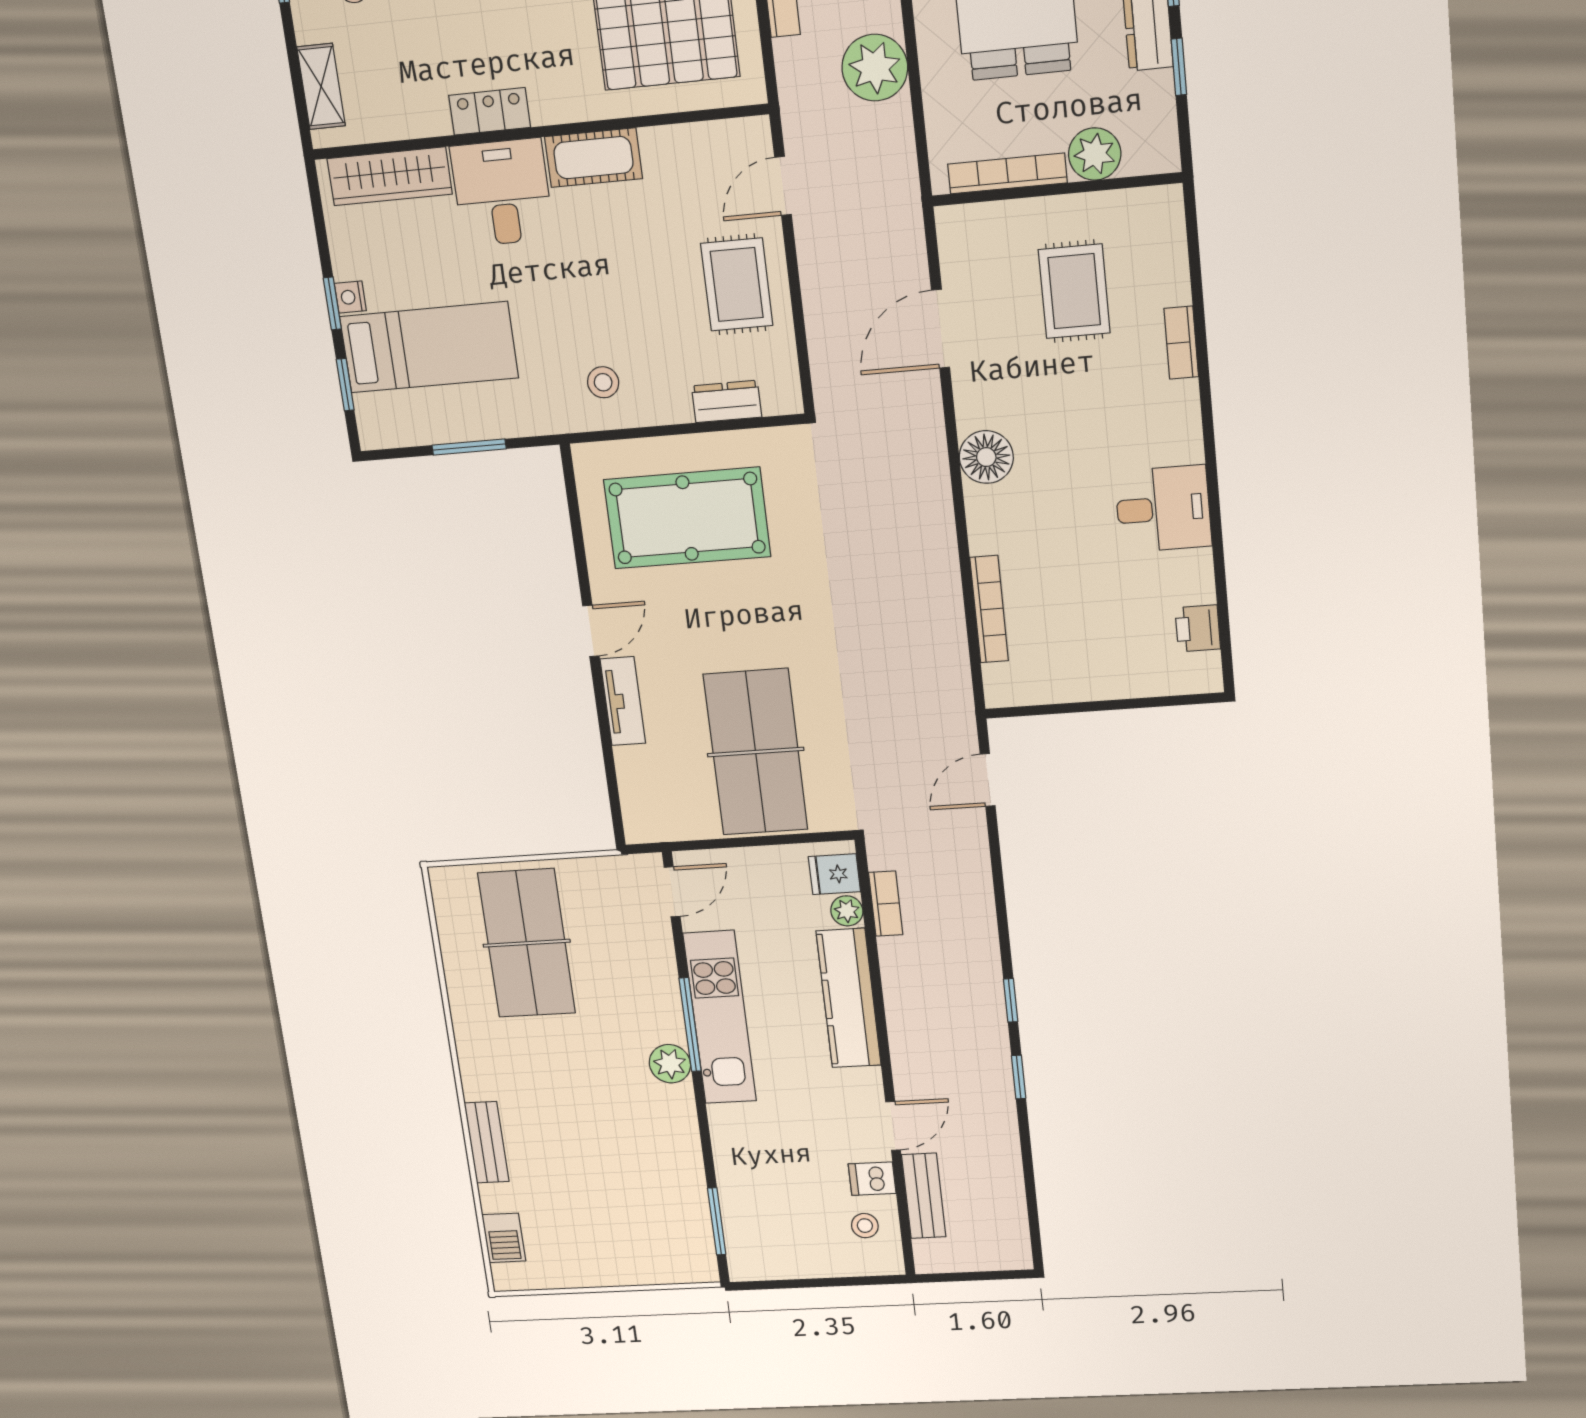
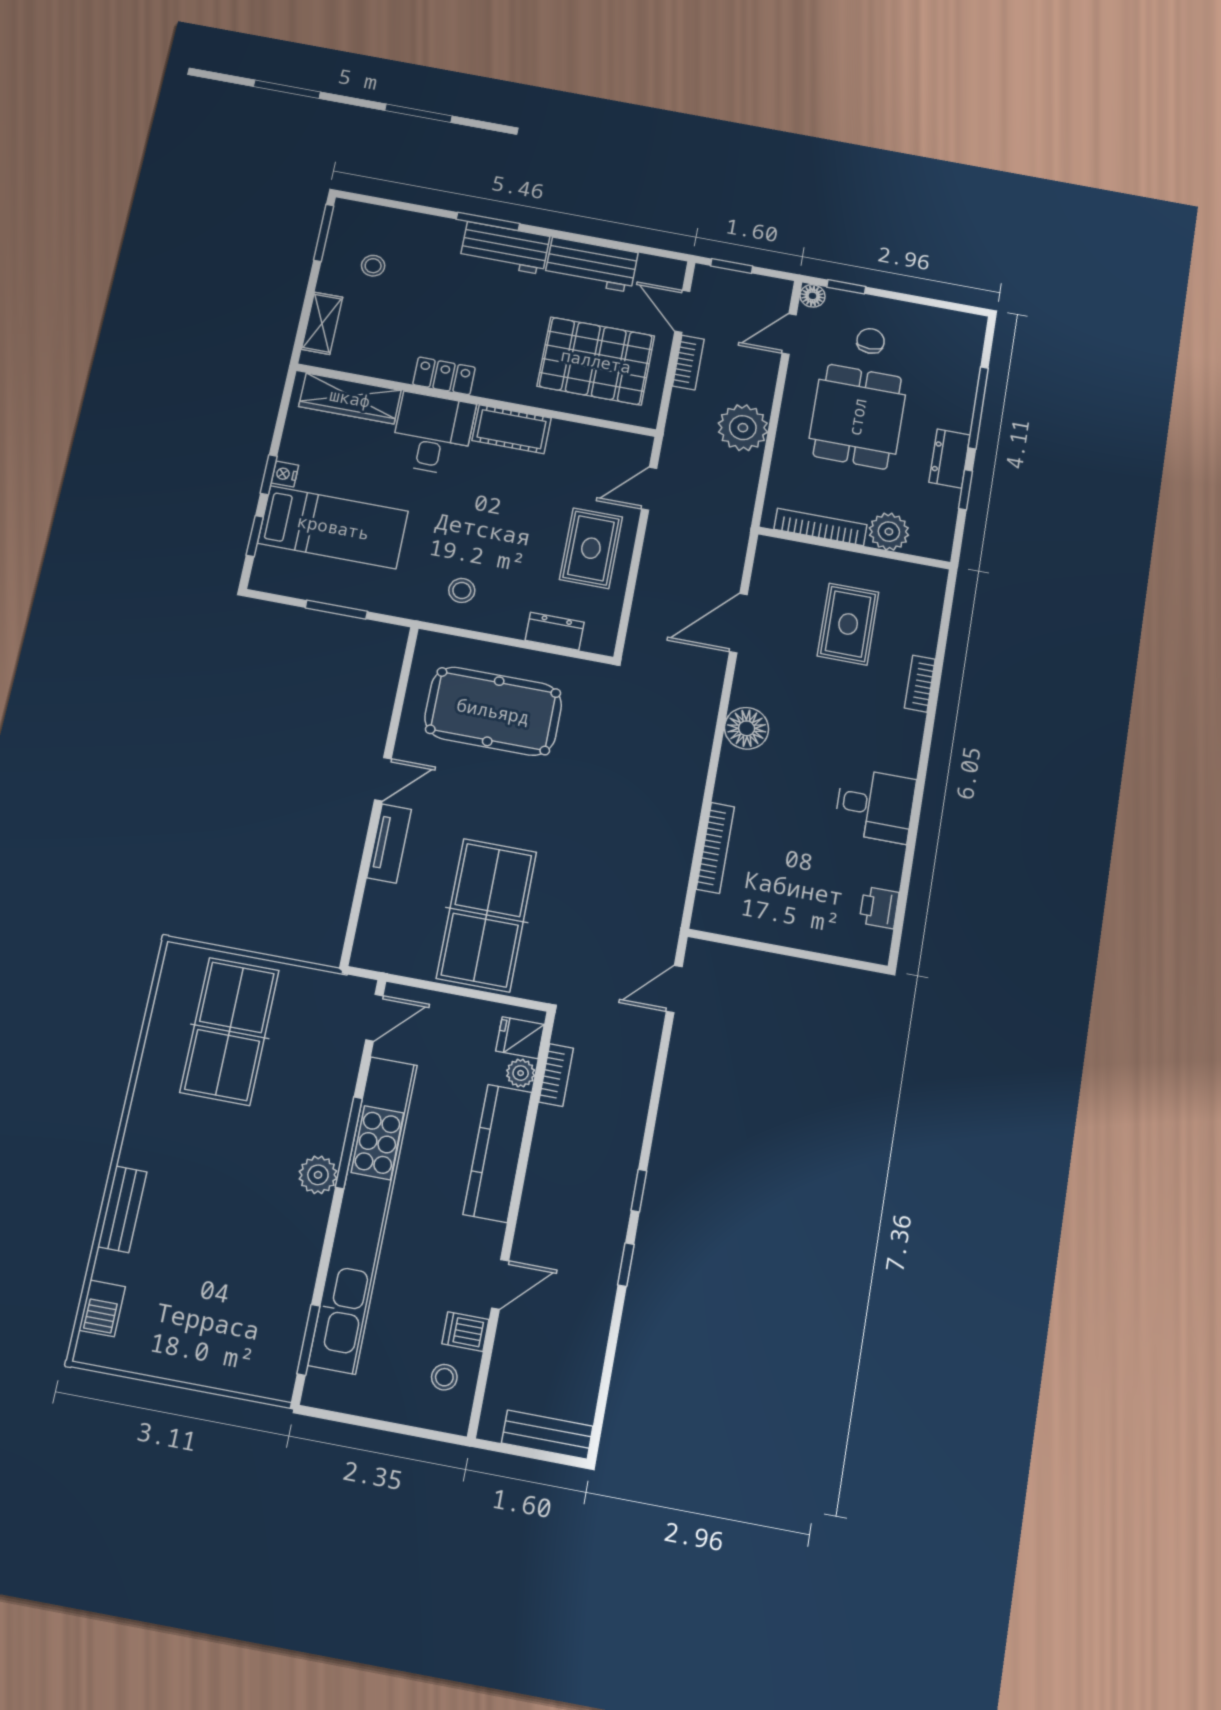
kitchen unit: (720, 1017) -> (363, 1213), width x1.86
bench: (924, 1196) -> (547, 1435), moved, turned 90

